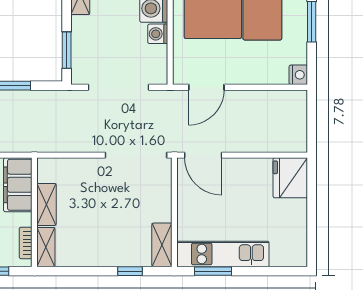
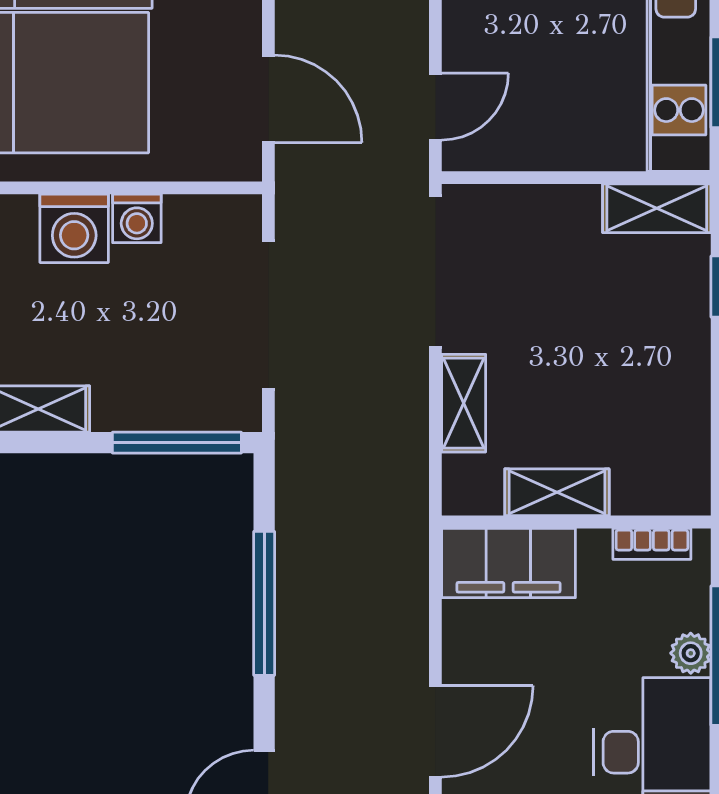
window: (67, 50) -> (177, 443), width x1.44
door: (203, 155) -> (435, 107), width x0.73
shelving: (46, 247) -> (464, 403), moved, turned 90

